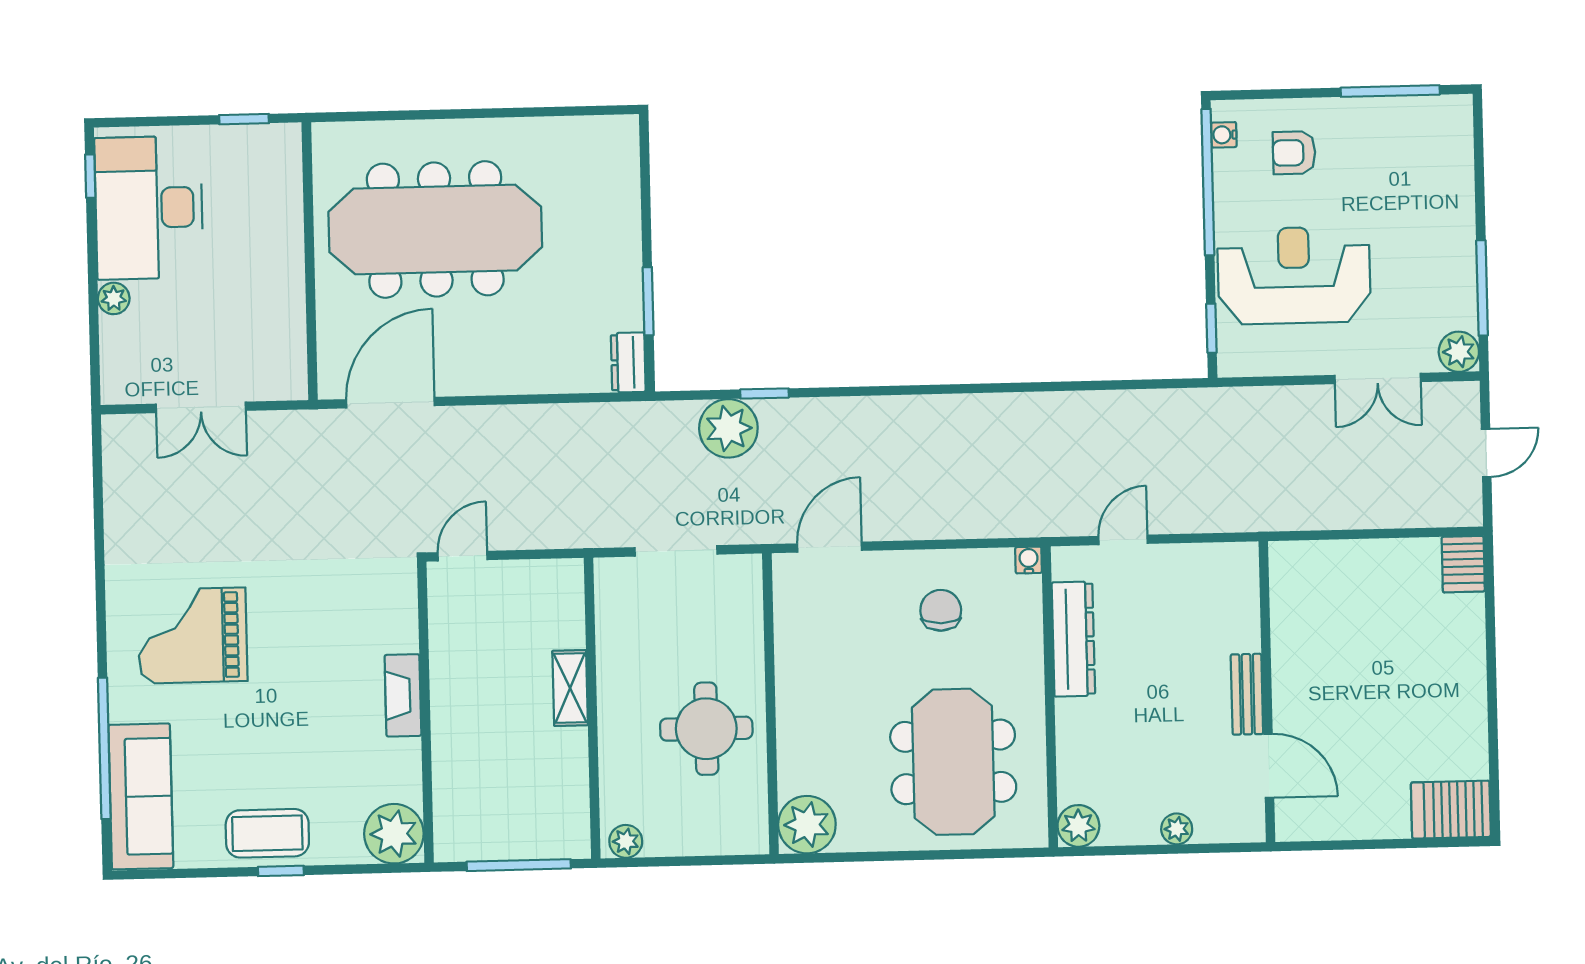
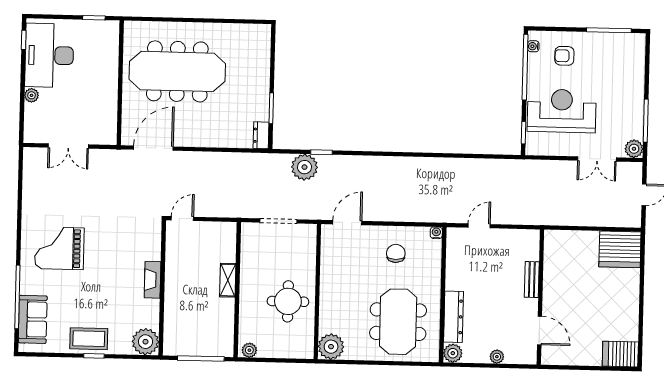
server rack: (1463, 564) -> (620, 249), width x2.18, depth x1.44
dresser: (1073, 639) -> (453, 317), moved
bench: (1247, 694) -> (532, 280), moved
sofa: (141, 796) -> (33, 319), width x0.73

